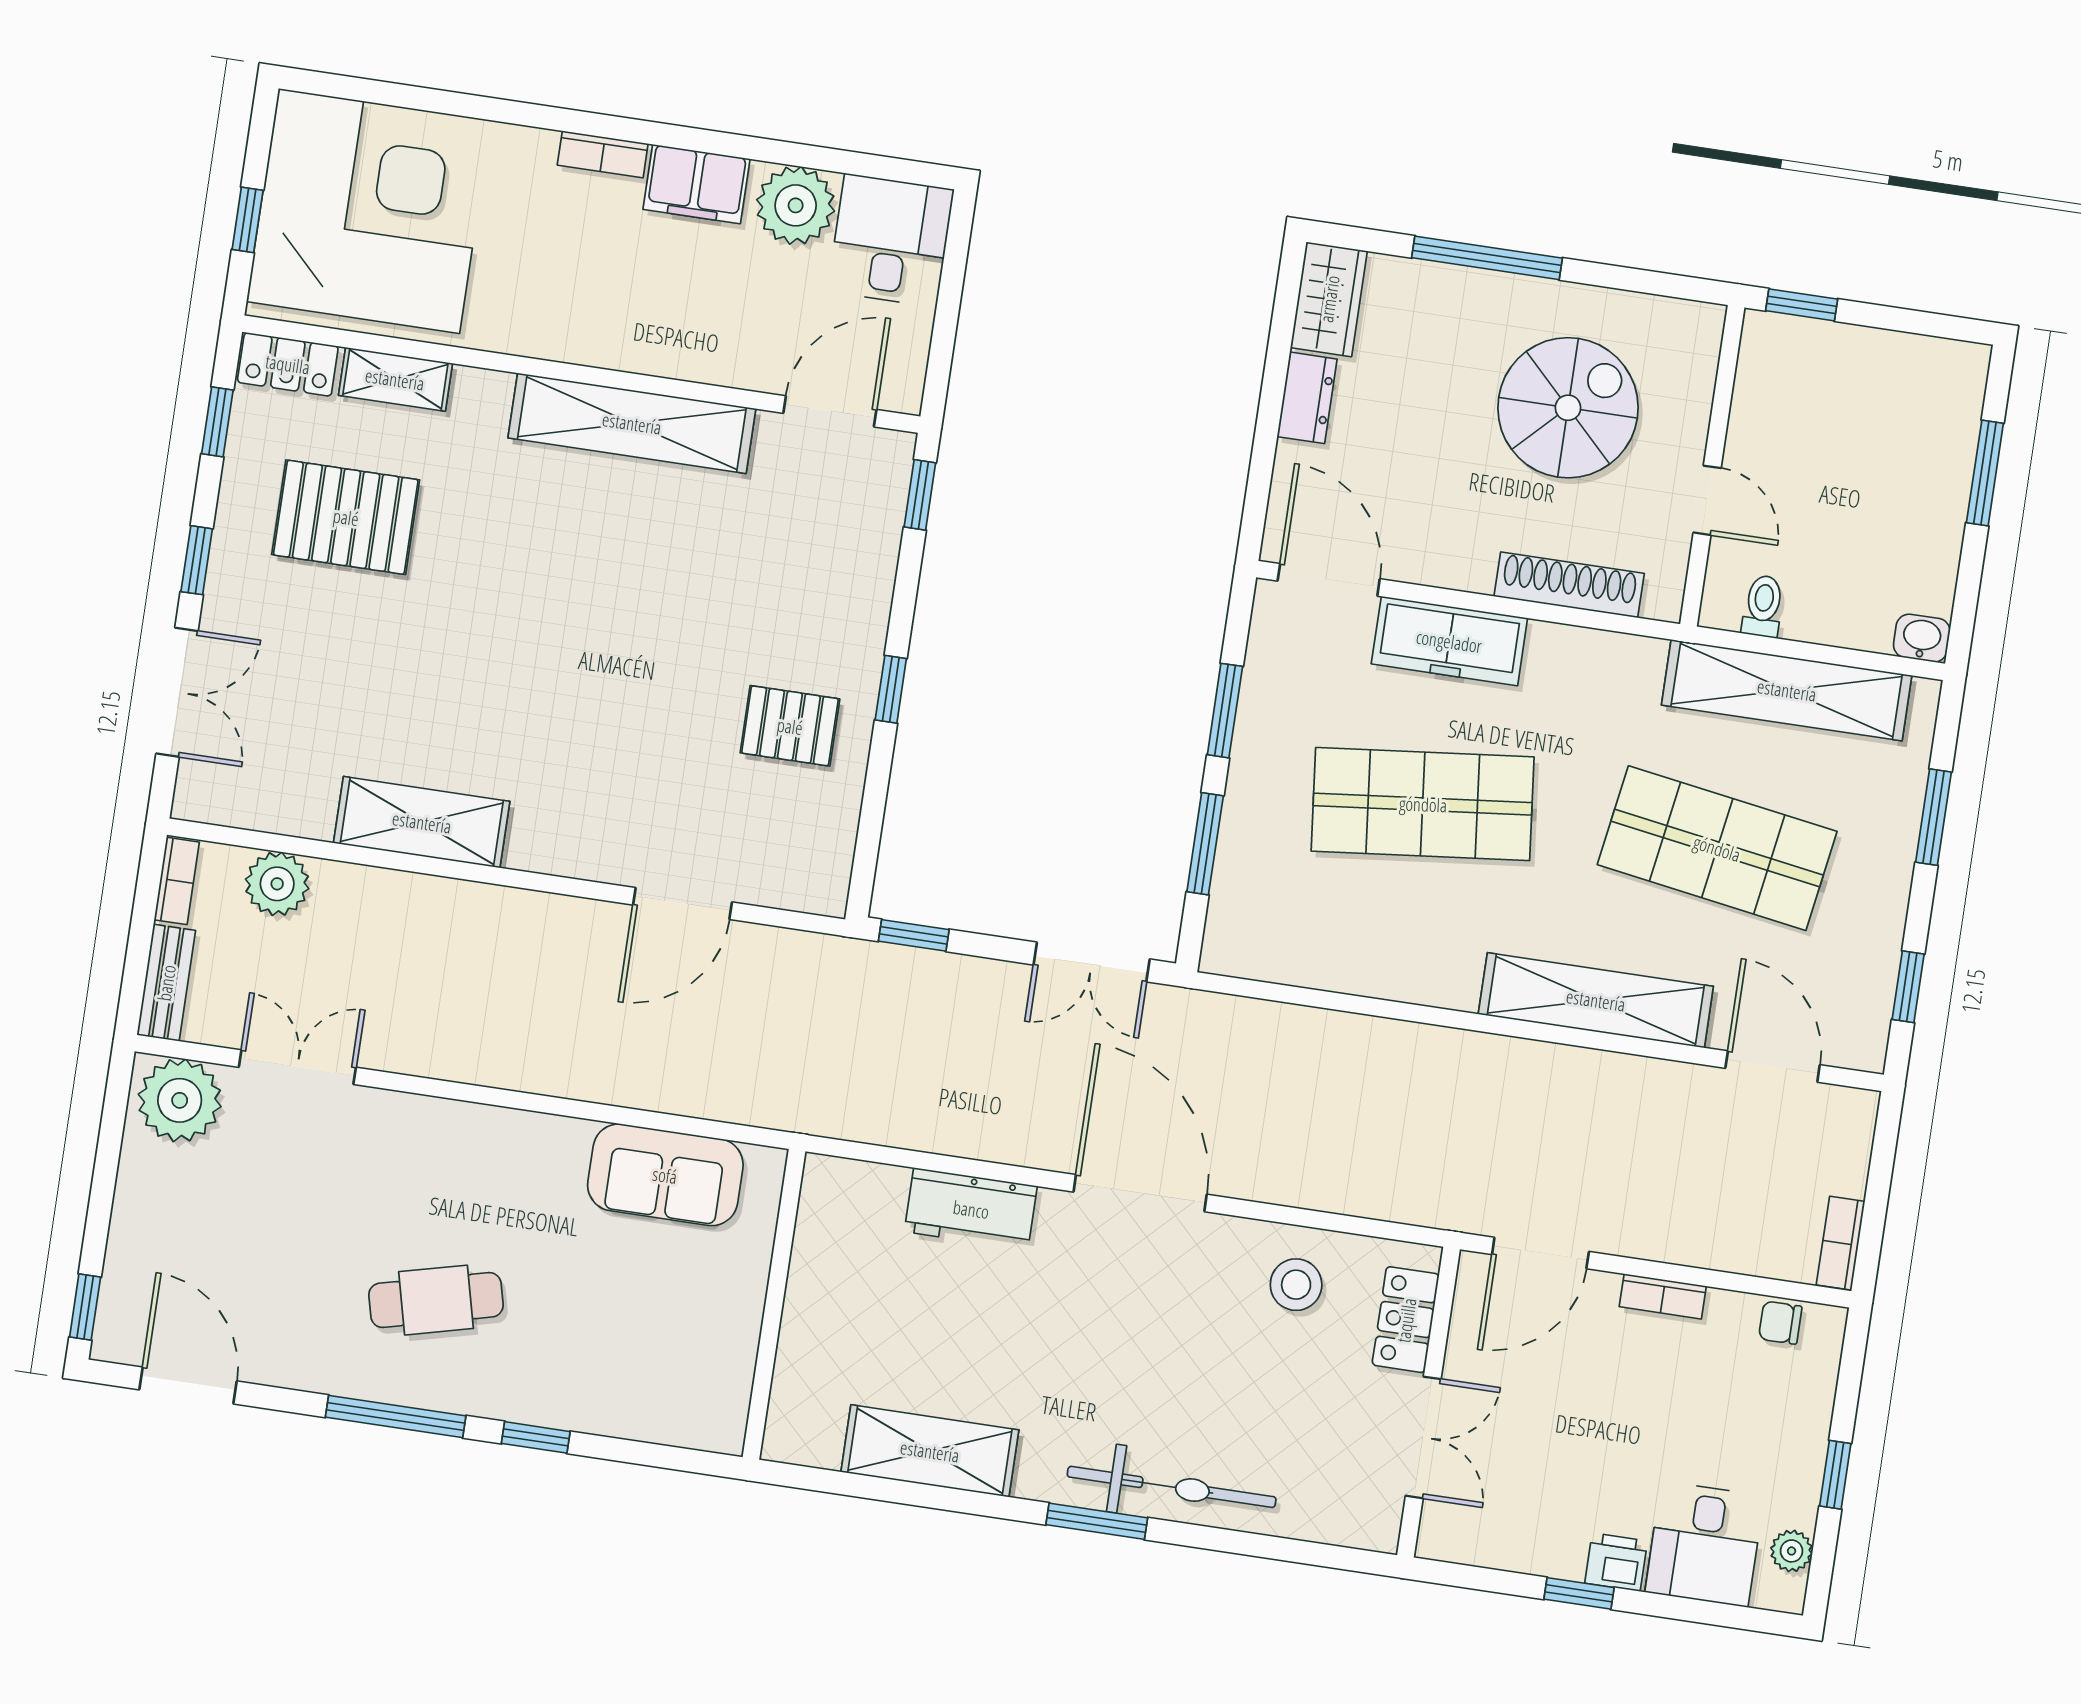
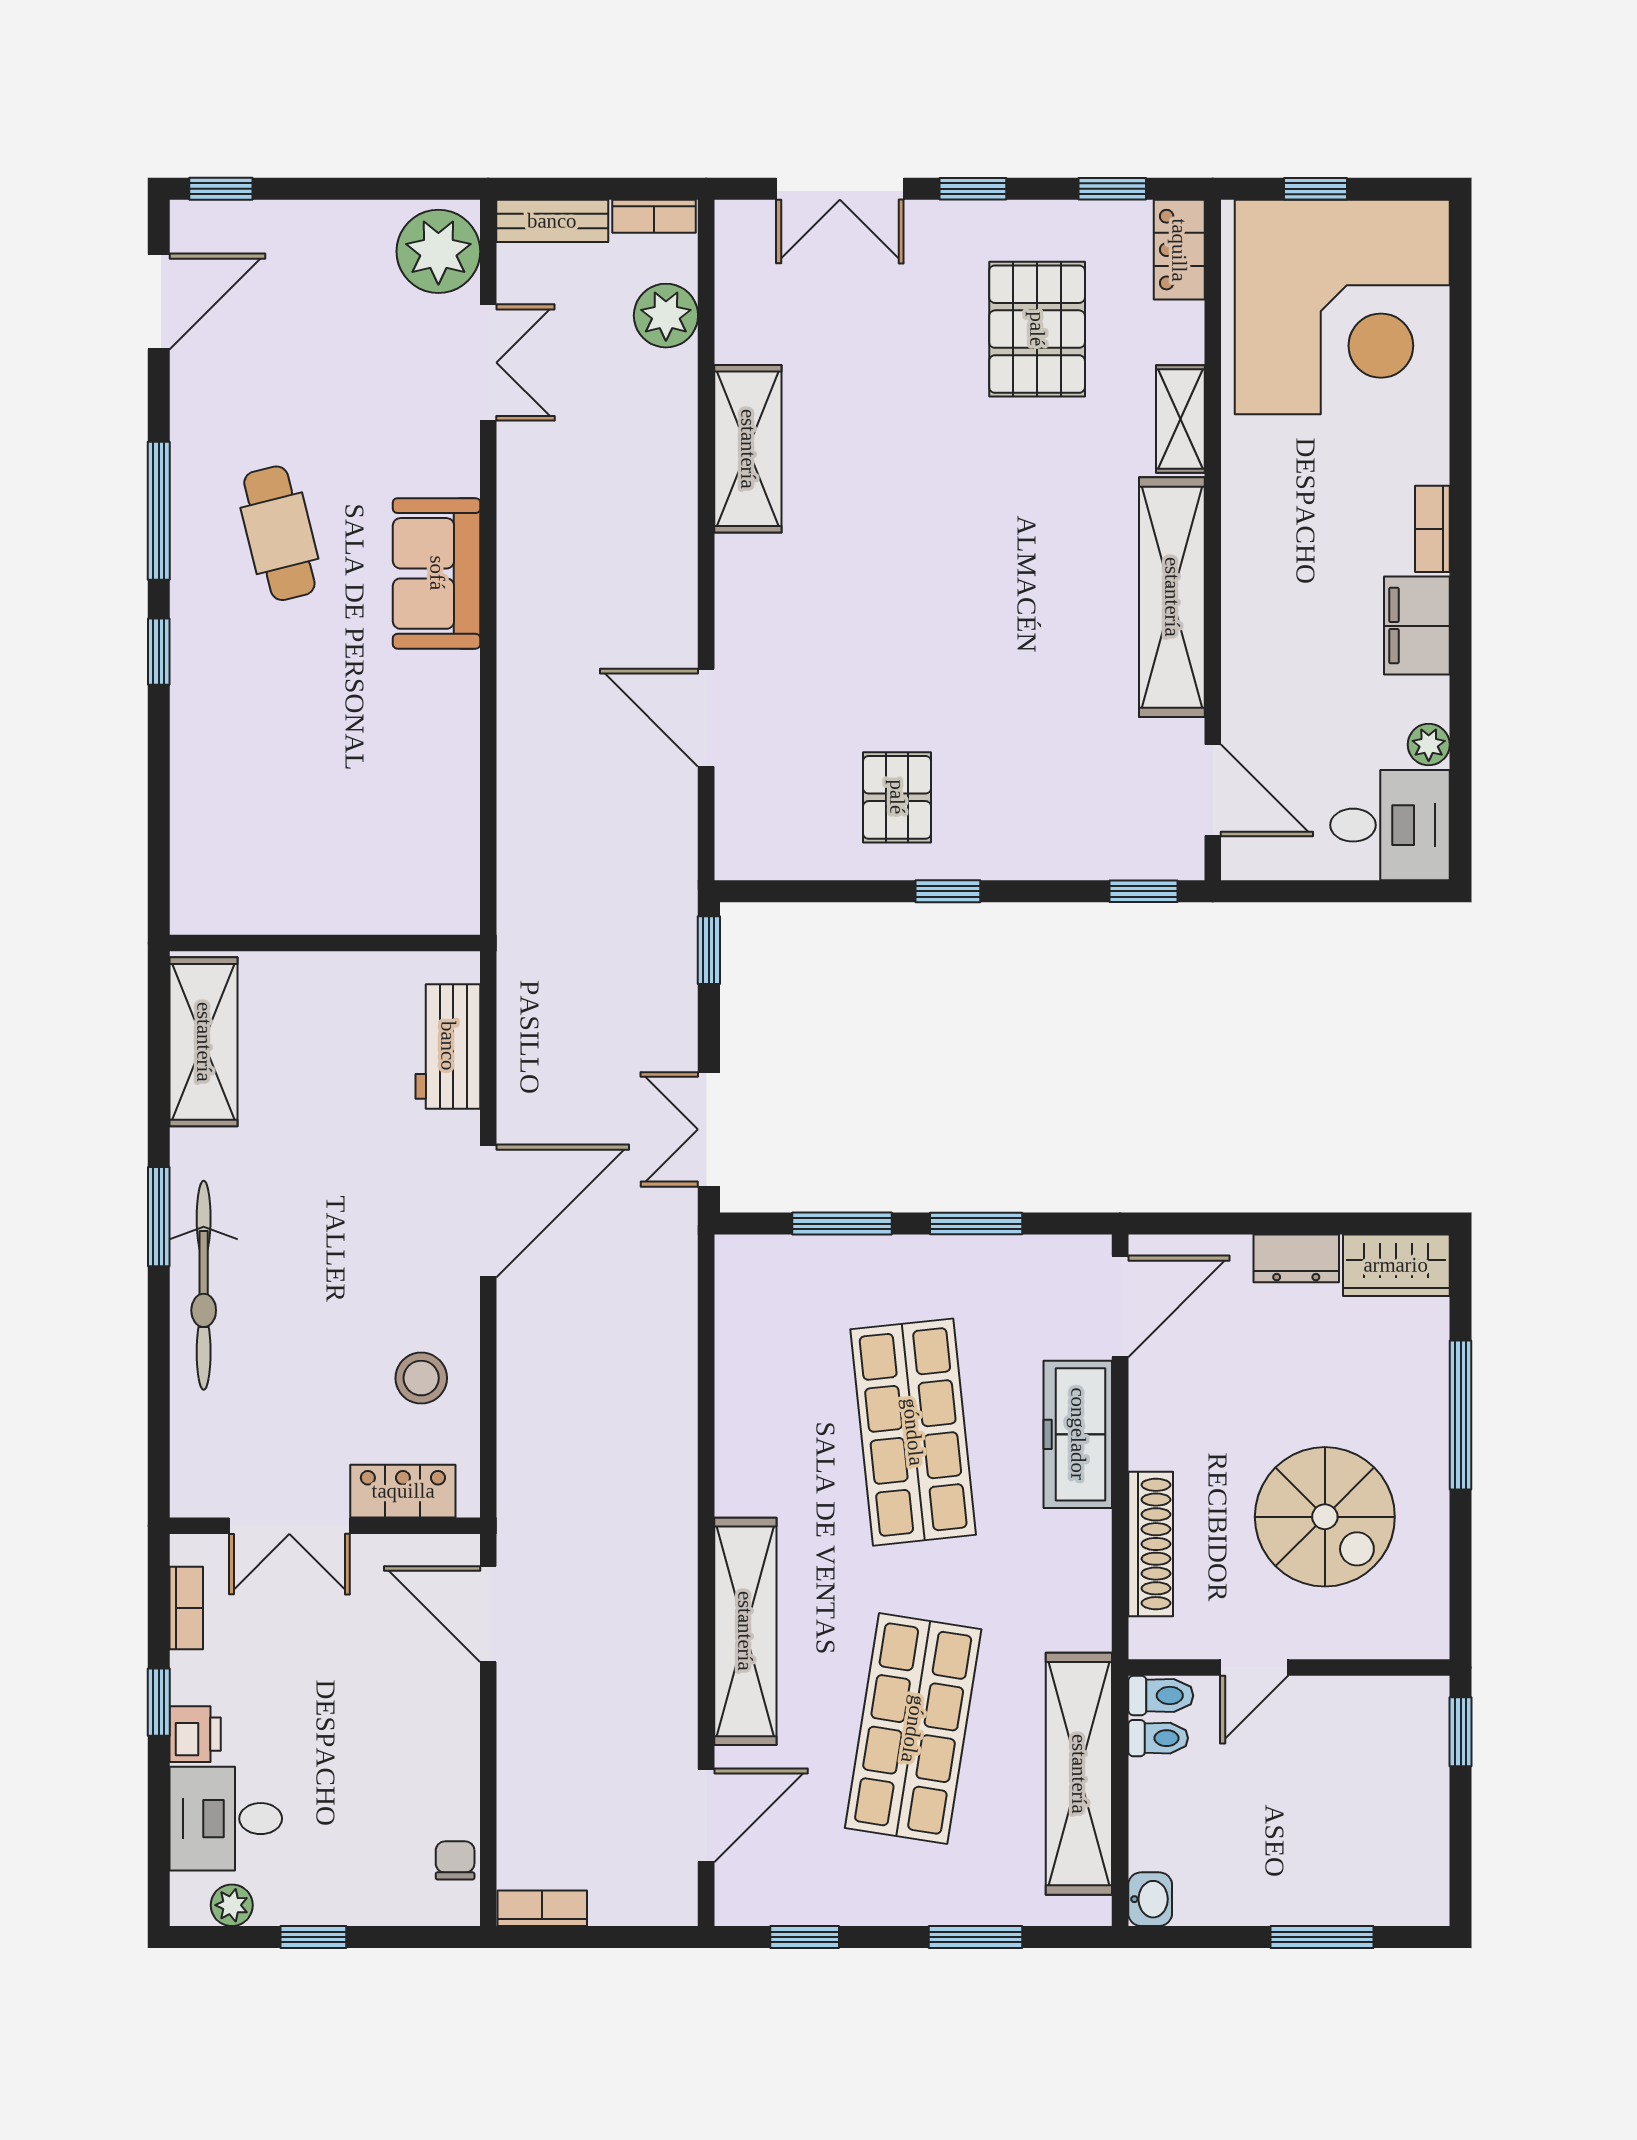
plant: (796, 205) -> (1429, 745), width x0.53, depth x0.53
shelving: (395, 379) -> (1180, 419), moved
toilet: (1721, 597) -> (1161, 1696), added
sofa: (665, 1175) -> (437, 573), moved
bookcase: (1663, 1296) -> (186, 1608), moved, turned 180
wall: (774, 1304) -> (325, 943), moved

